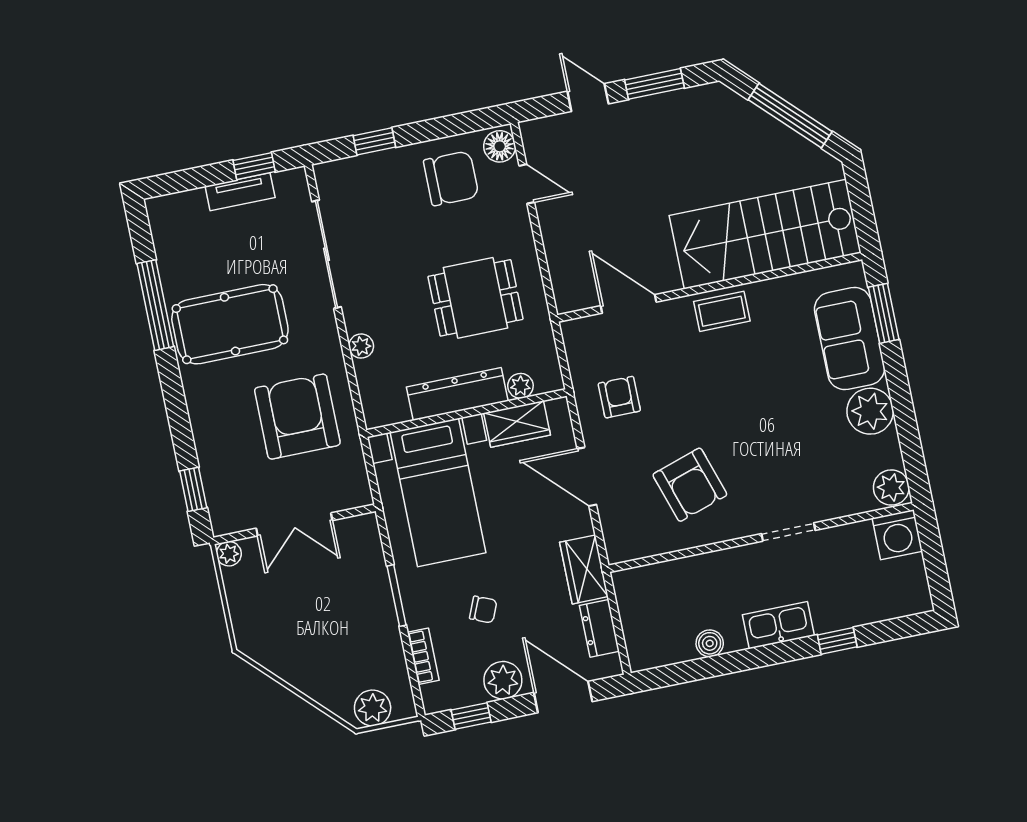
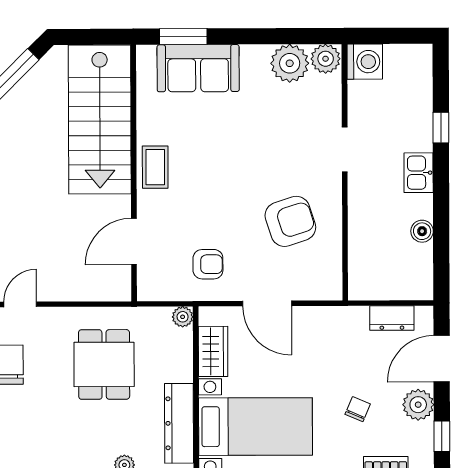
plant: (520, 386) -> (183, 317), moved
dresser: (457, 394) -> (179, 423), moved
armchair: (619, 397) -> (208, 264), turned 180
plant: (870, 411) -> (290, 63), moved
door: (587, 477) -> (267, 303), hinge flipped
wardrobe: (584, 569) -> (342, 321), removed
kitchen sink: (778, 625) -> (419, 173), width x0.73

